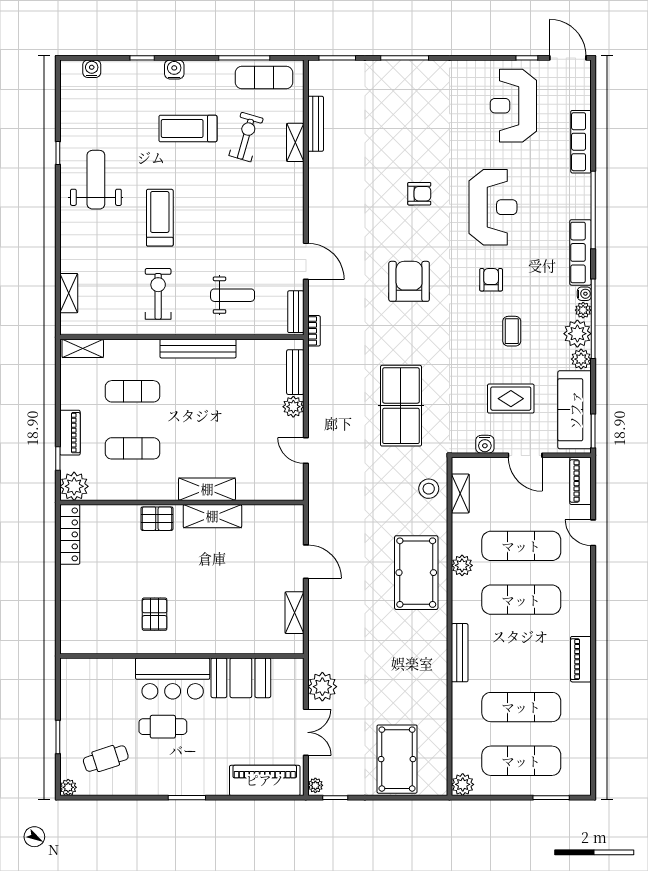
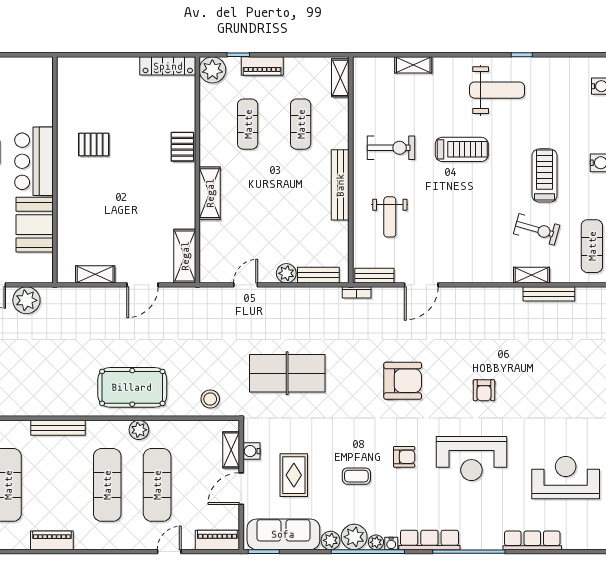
shelving: (69, 293) -> (413, 65), moved
shelving: (460, 493) -> (231, 450), moved, turned 90
shelving: (212, 516) -> (185, 256), moved

